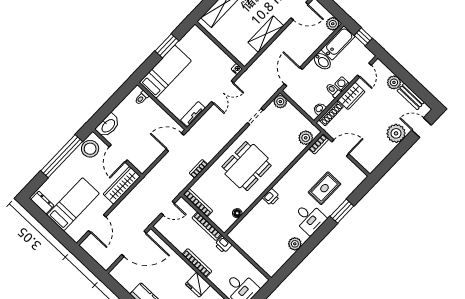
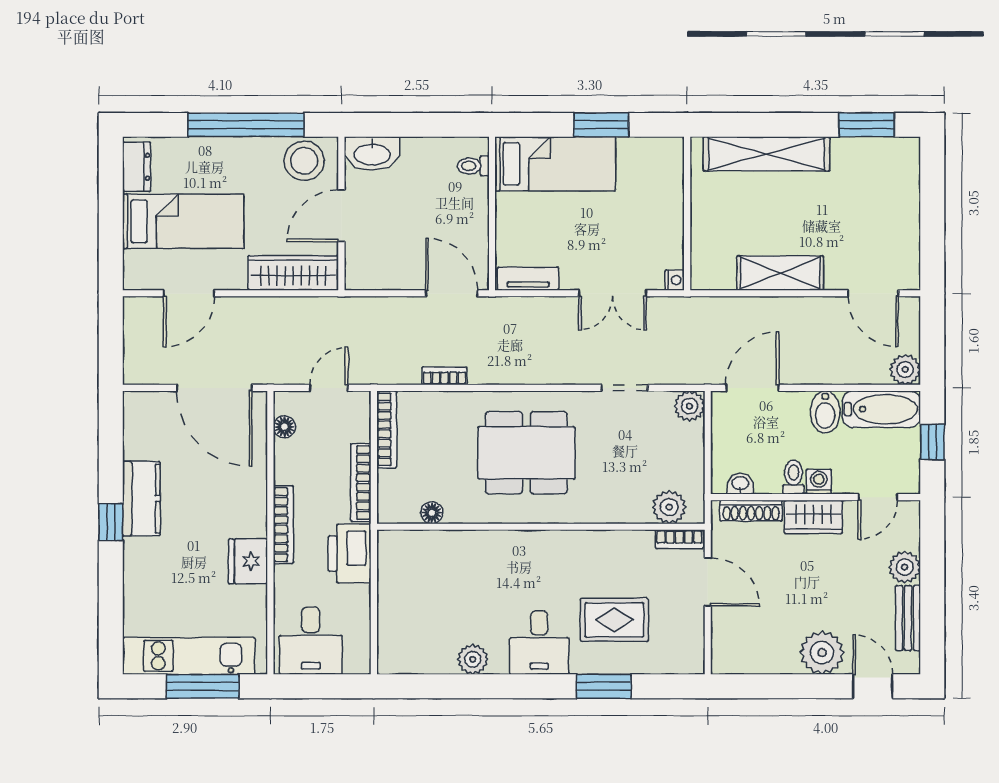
printer: (271, 197) -> (514, 544), removed
door: (168, 208) -> (329, 388), swing flipped
floor lamp: (167, 234) -> (284, 427), added
printer: (223, 245) -> (350, 554), width x1.87, depth x1.48

